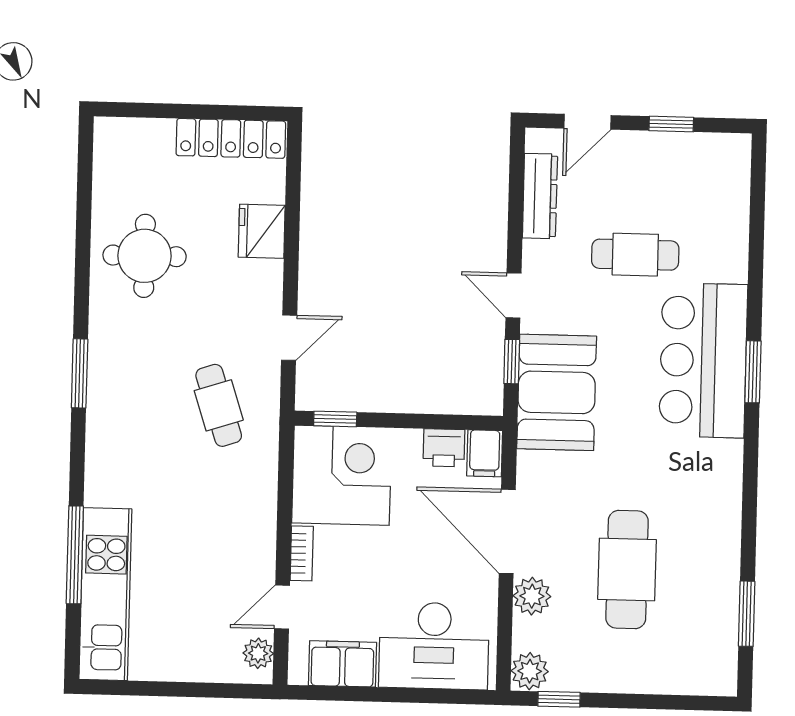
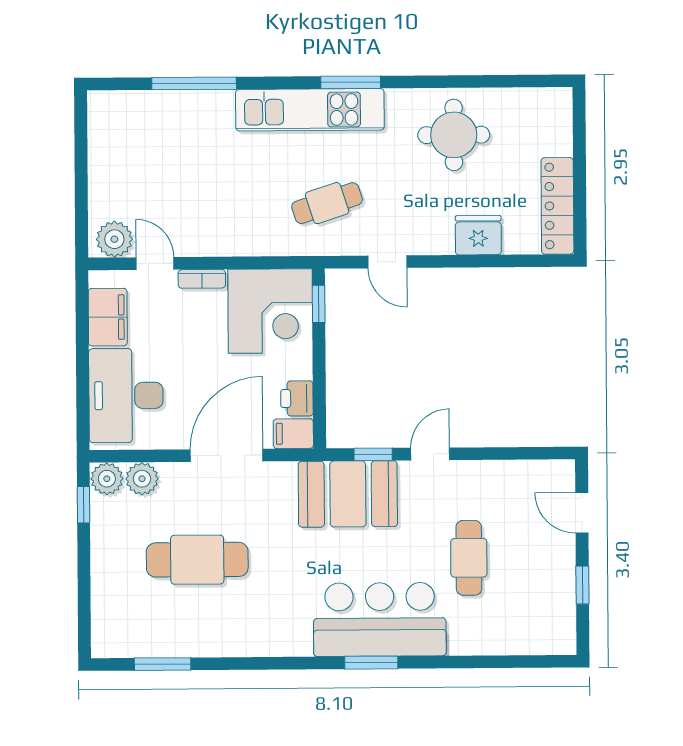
dresser: (540, 196) -> (517, 474), removed
kitchen unit: (105, 594) -> (310, 110), moved
plant: (532, 596) -> (142, 479), moved
plant: (258, 653) -> (114, 239), width x1.38, depth x1.38

